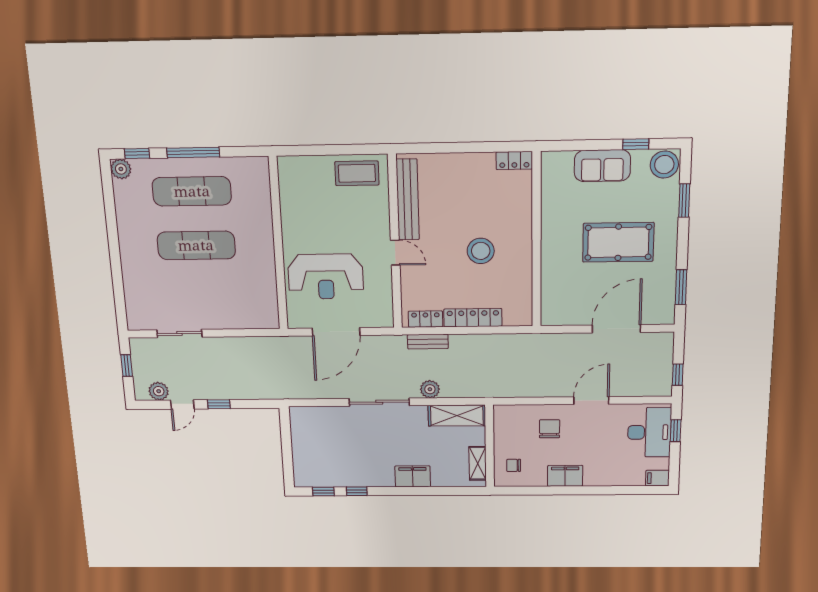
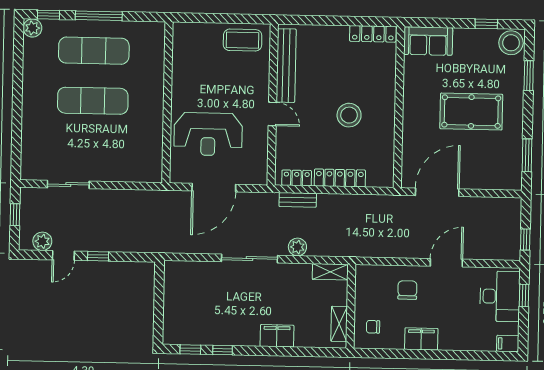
locker: (514, 160) -> (373, 34), width x1.53
sofa: (602, 166) -> (428, 41), moved
door: (616, 329) -> (437, 192), moved
shelving: (457, 416) -> (330, 272), width x0.67, depth x0.75

